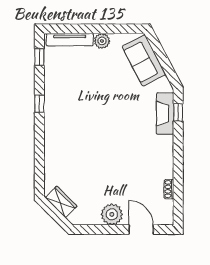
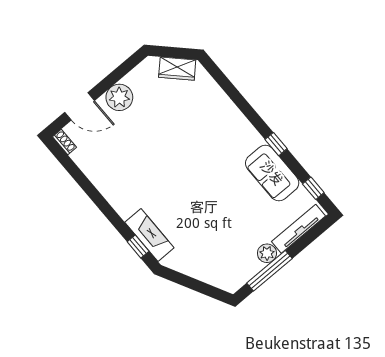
window: (110, 29) -> (269, 271), added
sofa: (144, 60) -> (272, 173), moved, turned -152
shoe rack: (169, 189) -> (65, 142), moved

